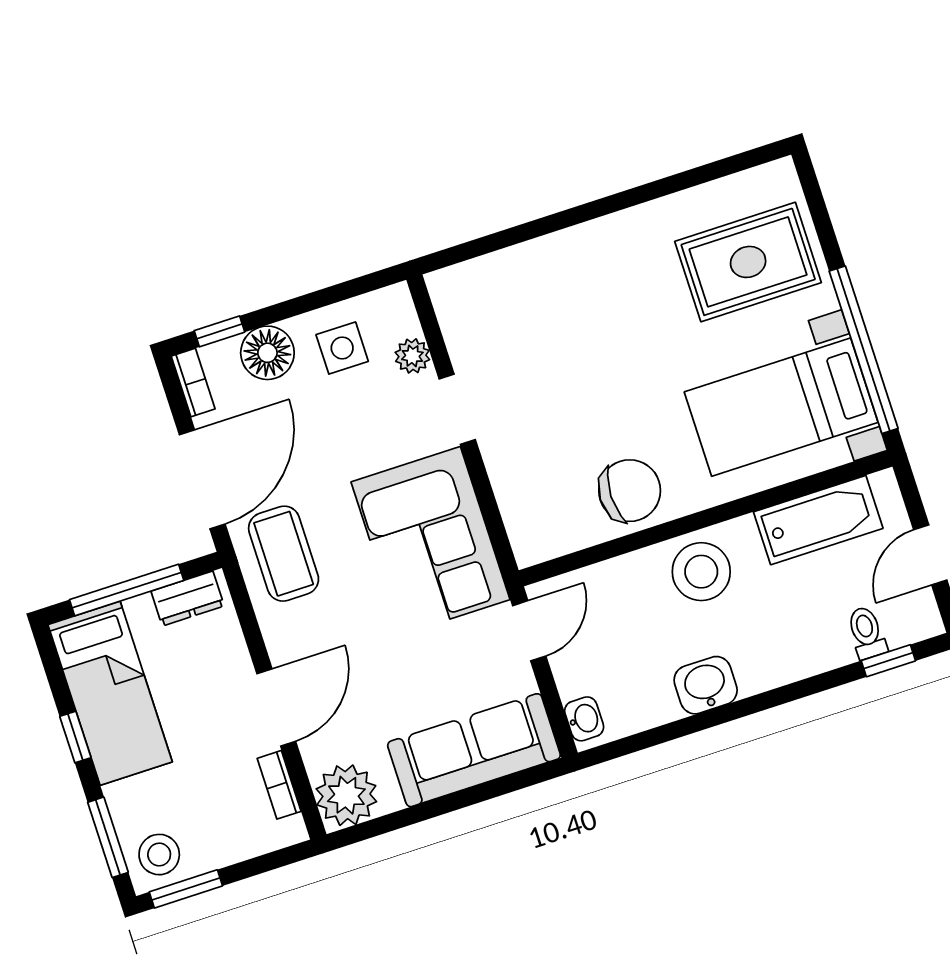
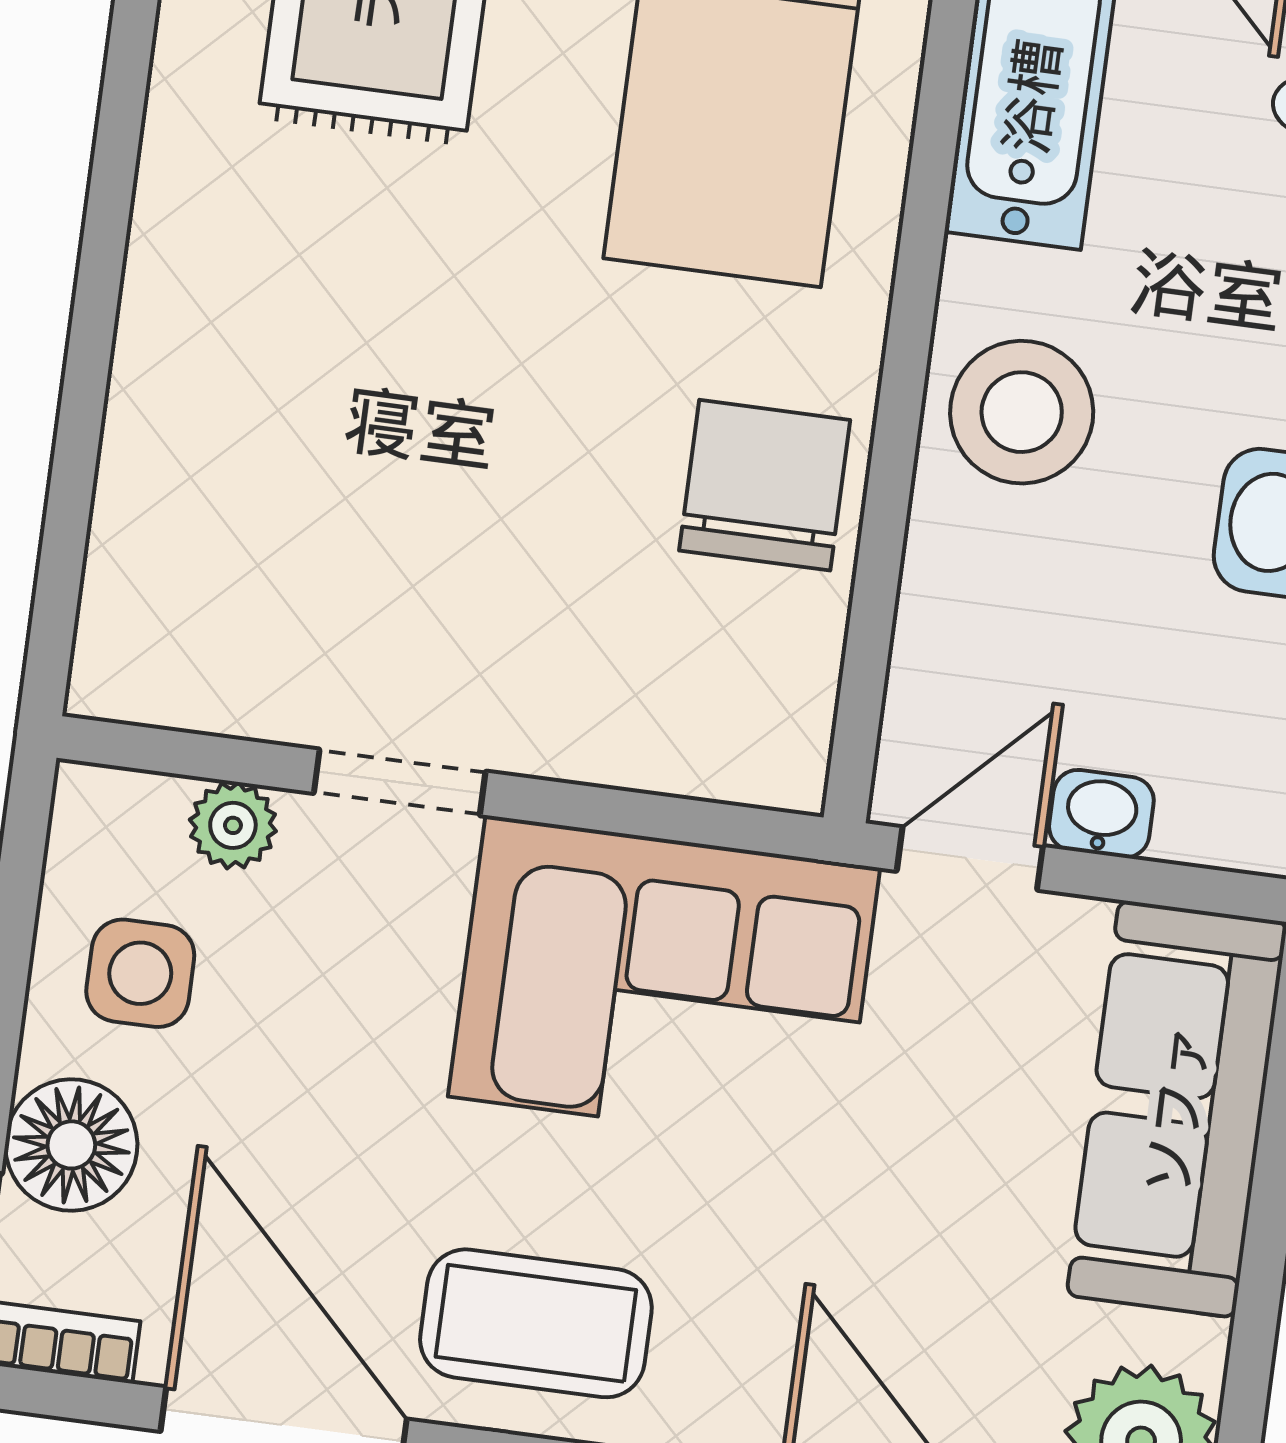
door: (529, 631) -> (970, 858), hinge flipped
washbasin: (584, 719) -> (1101, 814), moved

